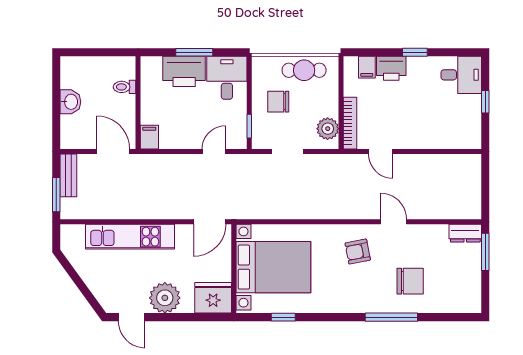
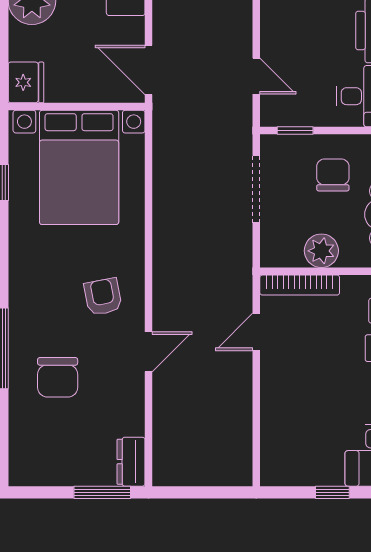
plant: (328, 129) -> (321, 251), moved
doorway: (287, 151) -> (256, 189), width x1.38
fridge: (213, 298) -> (26, 82), width x0.73, depth x0.75

